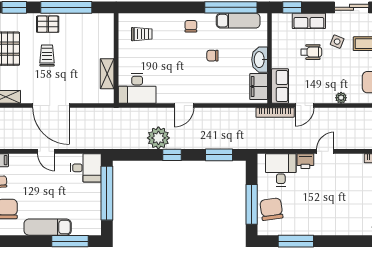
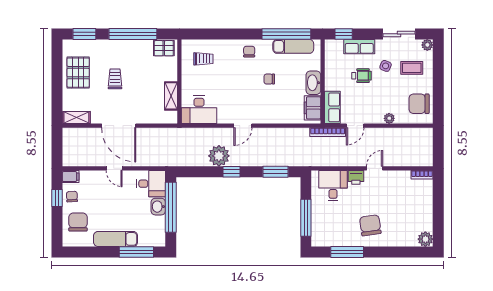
pallet: (48, 24) -> (164, 48), moved
washbasin: (93, 192) -> (158, 207), added
chair: (271, 209) -> (370, 225), moved

